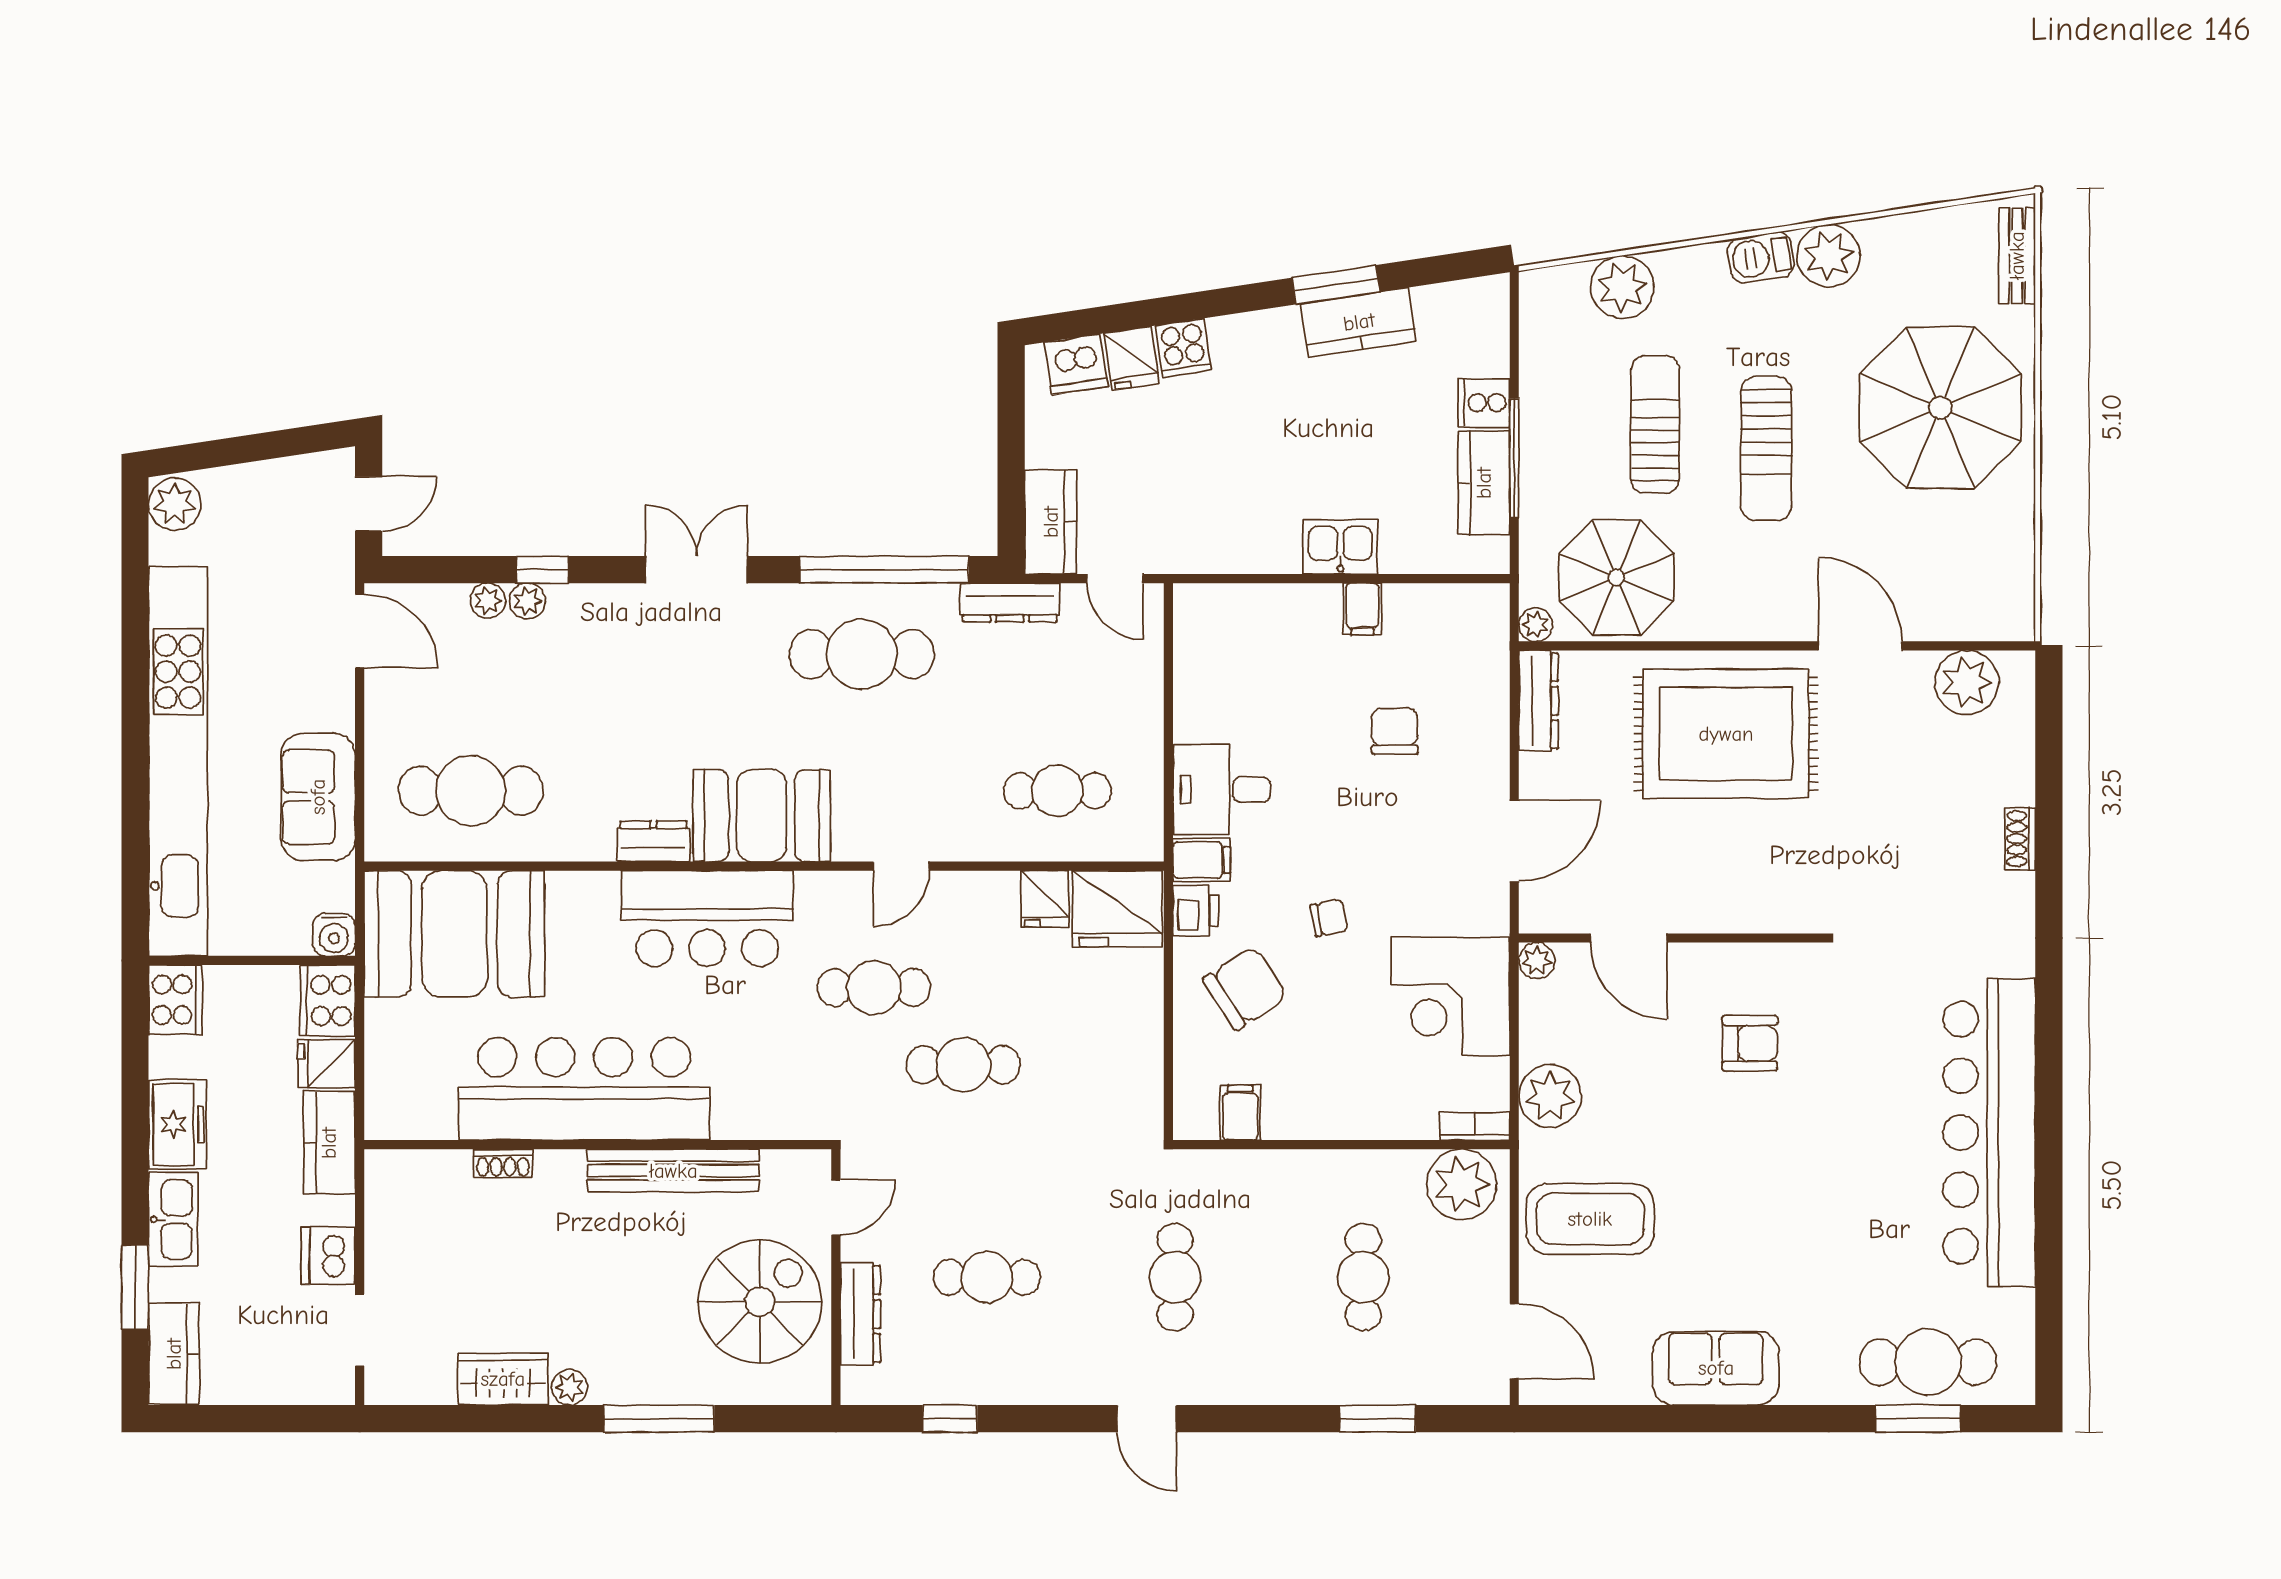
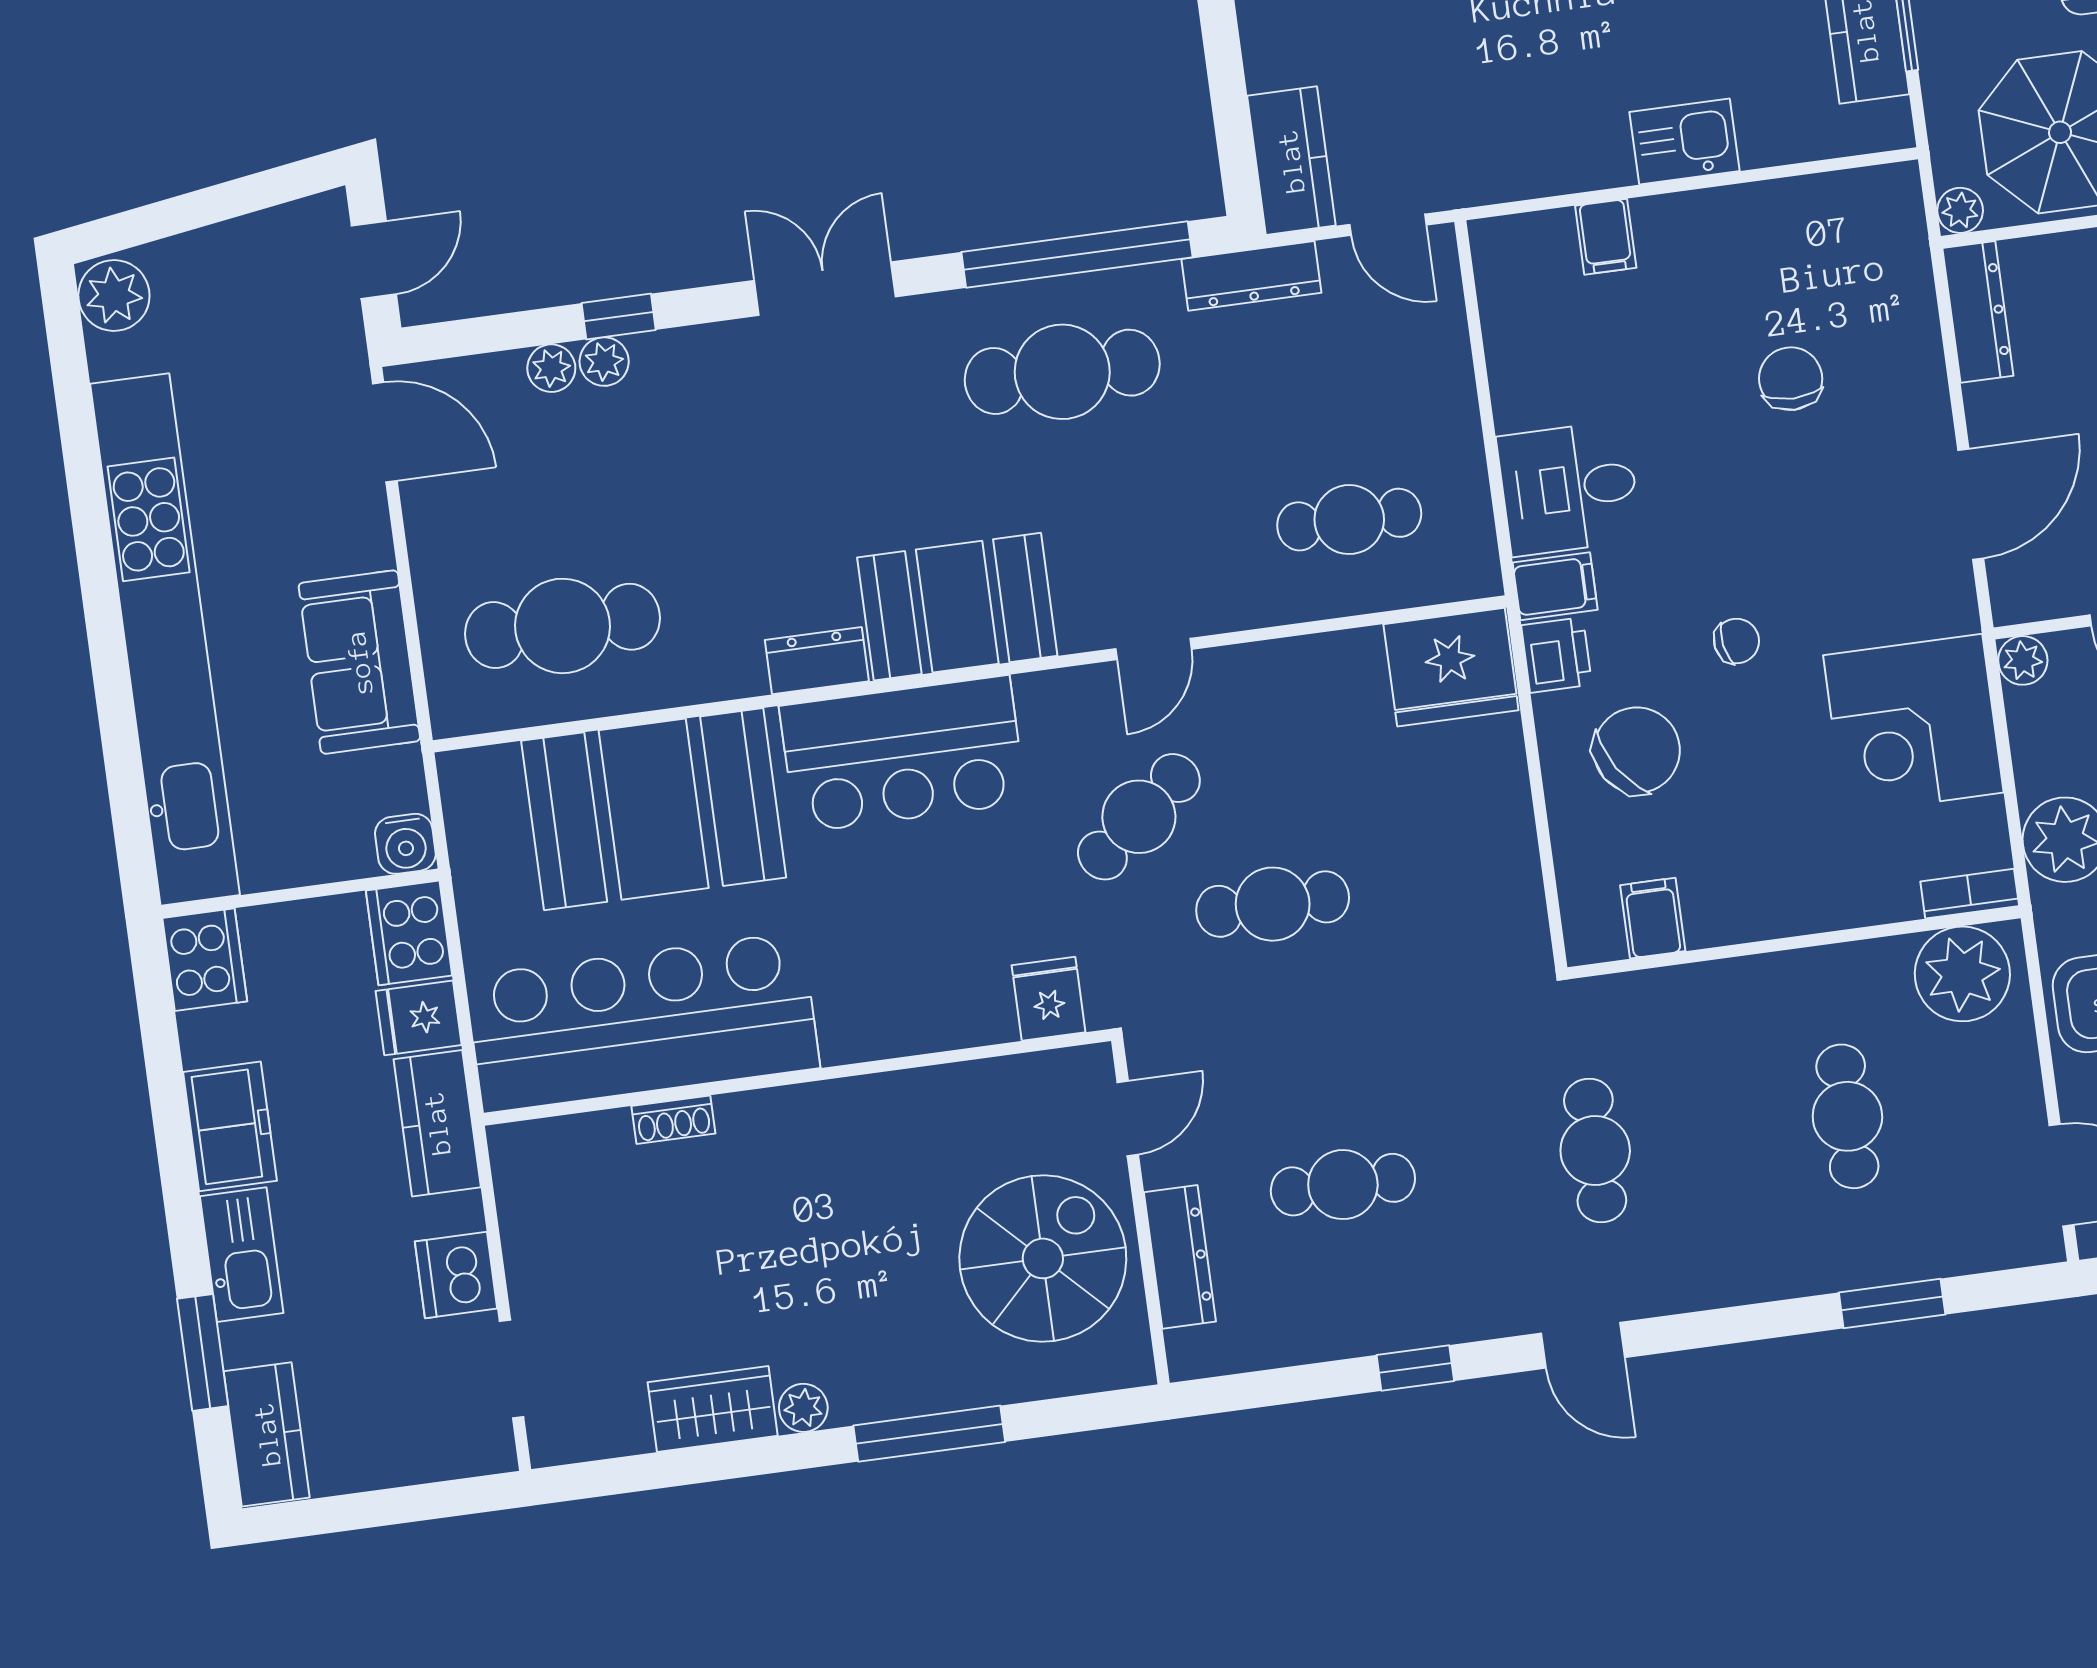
filing cabinet: (1362, 609) -> (1606, 237), moved
fridge: (1045, 899) -> (1049, 999), moved, turned 180
booth: (454, 934) -> (654, 809), moved
cafe table: (874, 988) -> (1139, 817), turned -39
bar counter: (584, 1089) -> (643, 1022), moved
bench: (673, 1171) -> (903, 1098), removed
window: (950, 1419) -> (1415, 1368), moved

